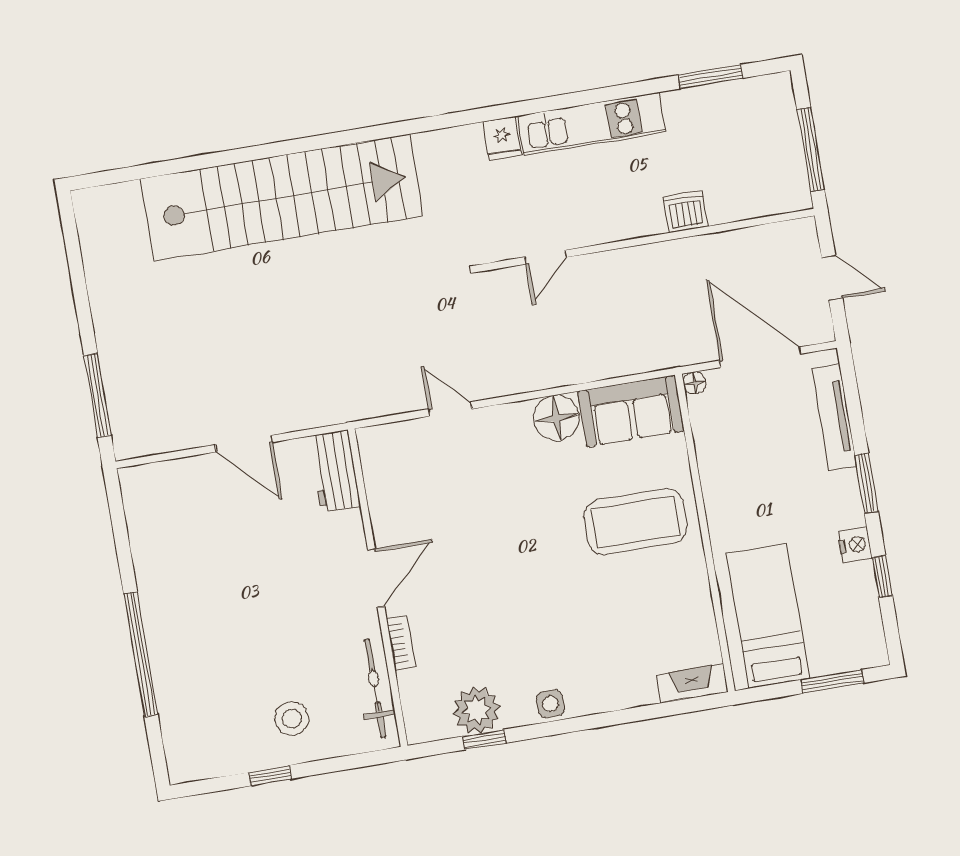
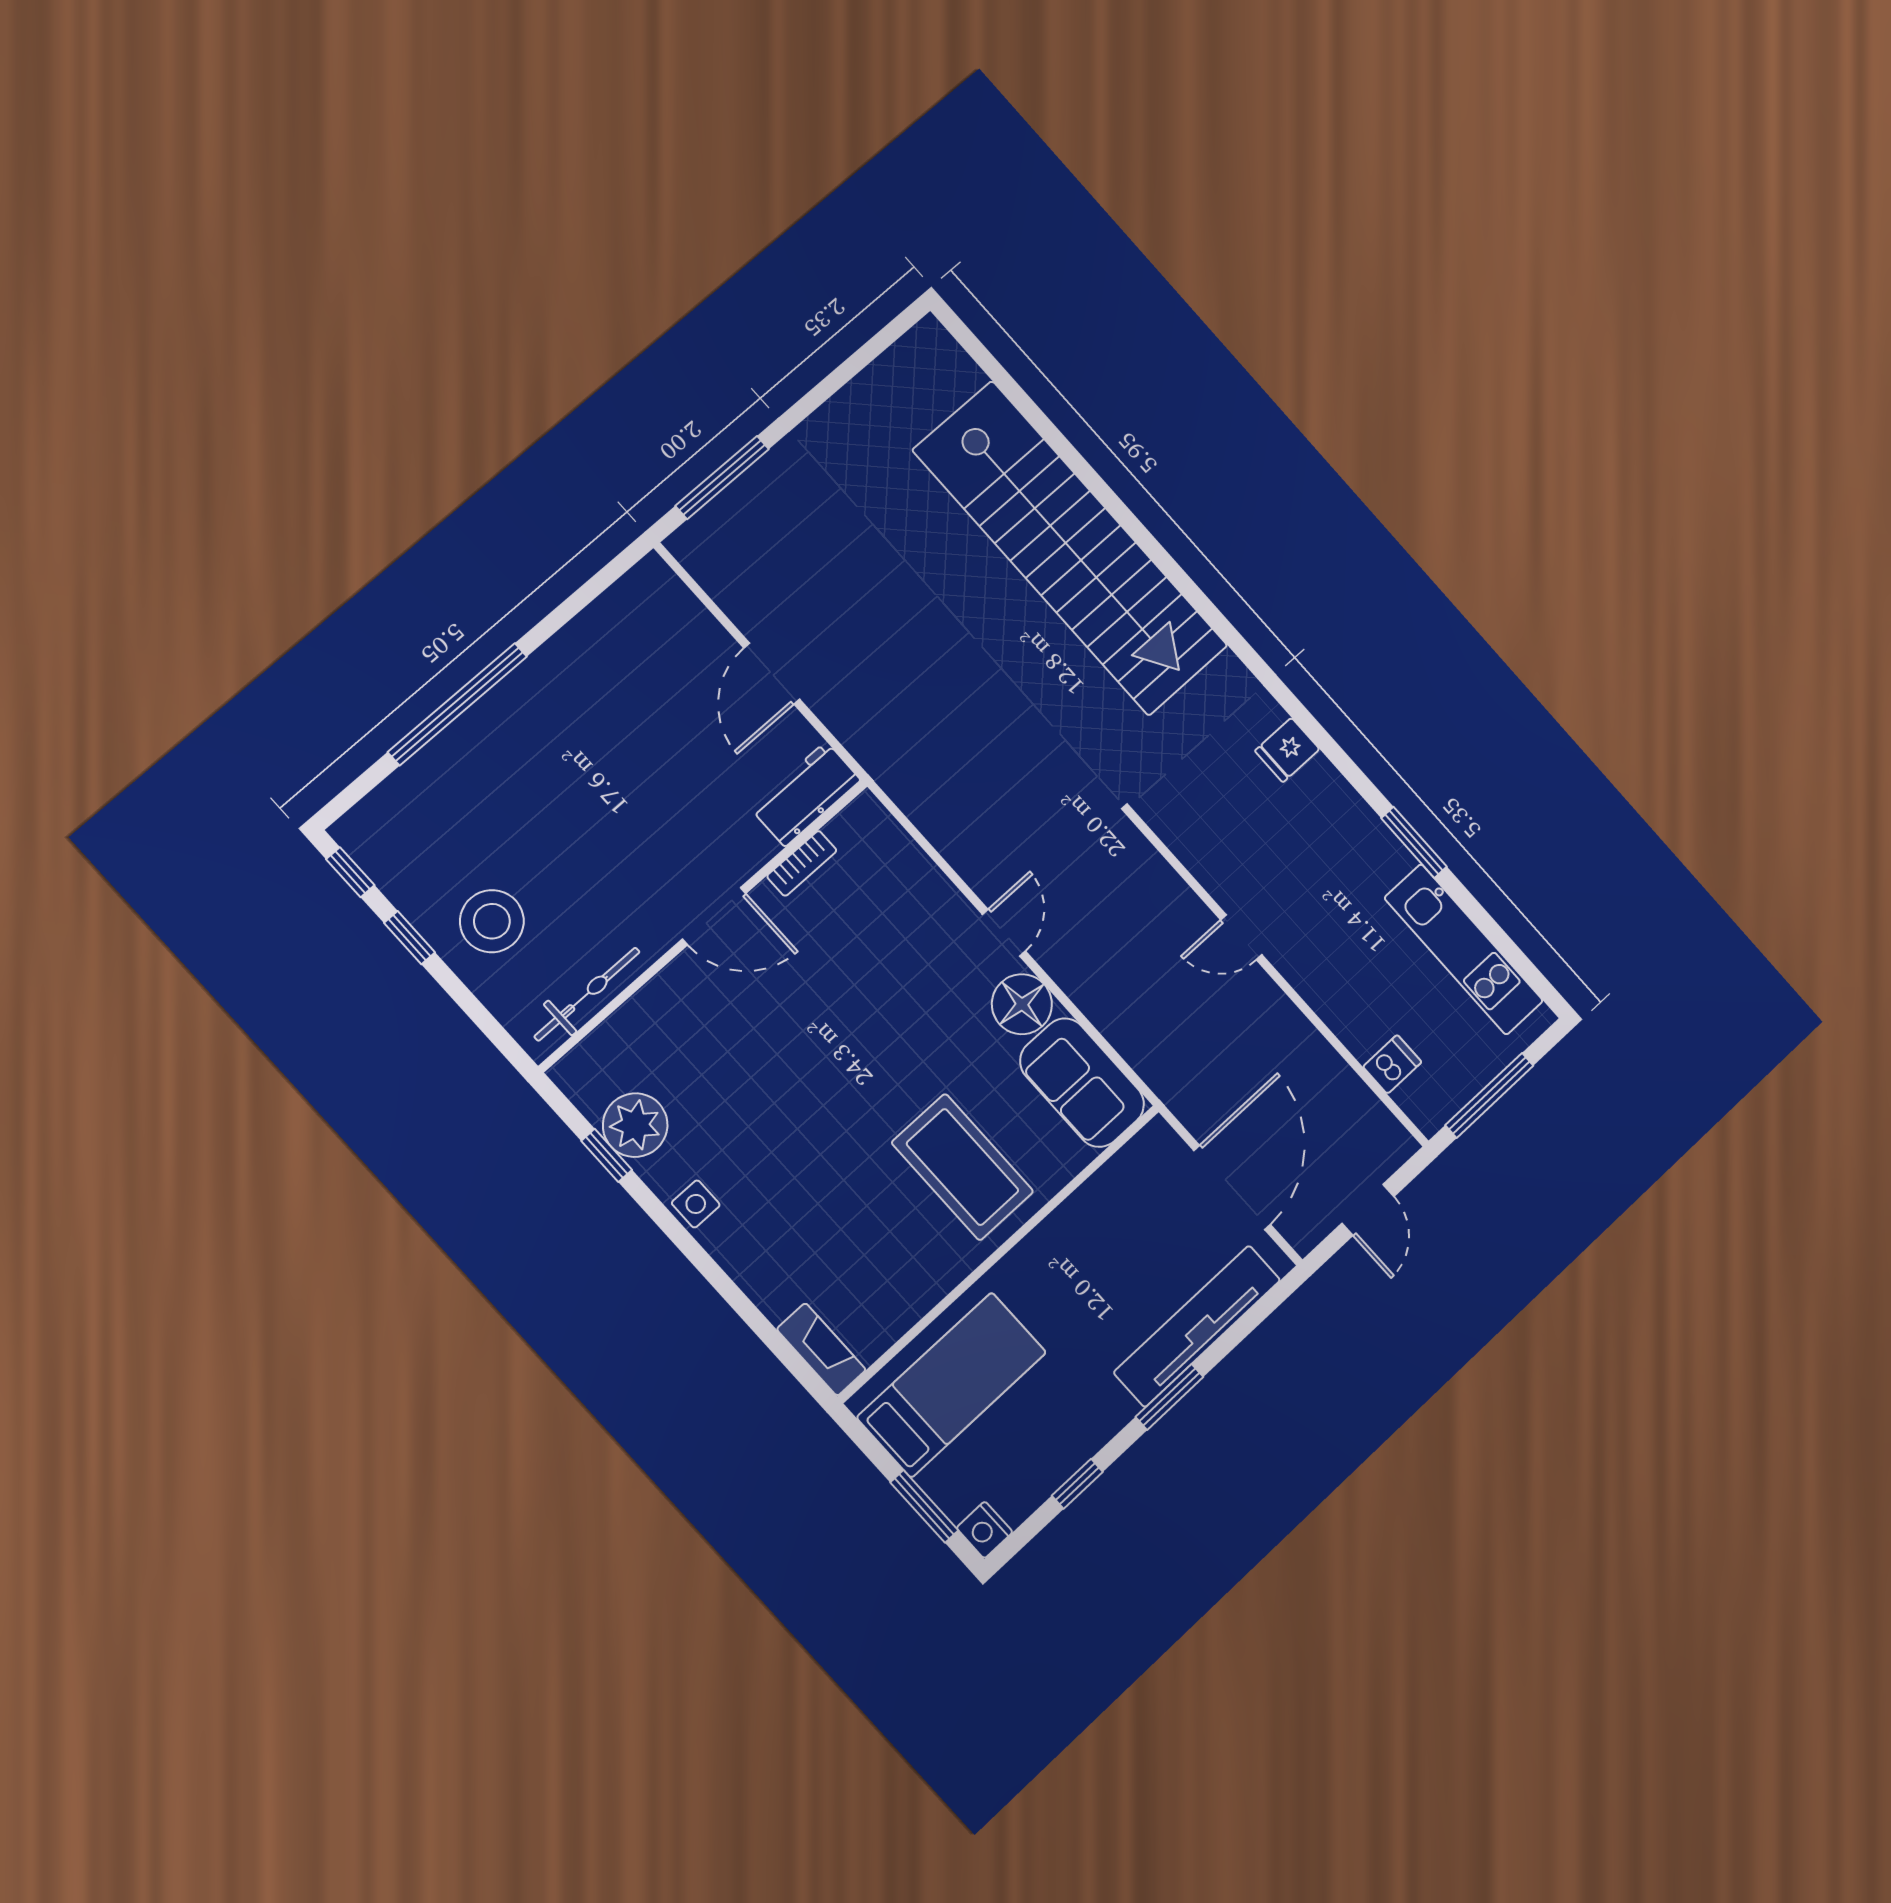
window: (711, 77) -> (1414, 842), moved
kitchen unit: (591, 124) -> (1464, 949), moved
dishwasher: (686, 212) -> (1392, 1064), moved, width x0.73
door: (546, 257) -> (1241, 937), moved
floor lamp: (695, 383) -> (1158, 1133), removed
door: (450, 409) -> (1004, 933), moved
tv unit: (834, 417) -> (1197, 1326), width x1.36, depth x1.29
nightstand: (855, 545) -> (985, 1530), moved, turned 90
bookcase: (401, 643) -> (802, 863), moved
stool: (292, 718) -> (492, 921), width x1.38, depth x1.38
window: (206, 786) -> (350, 872), added

